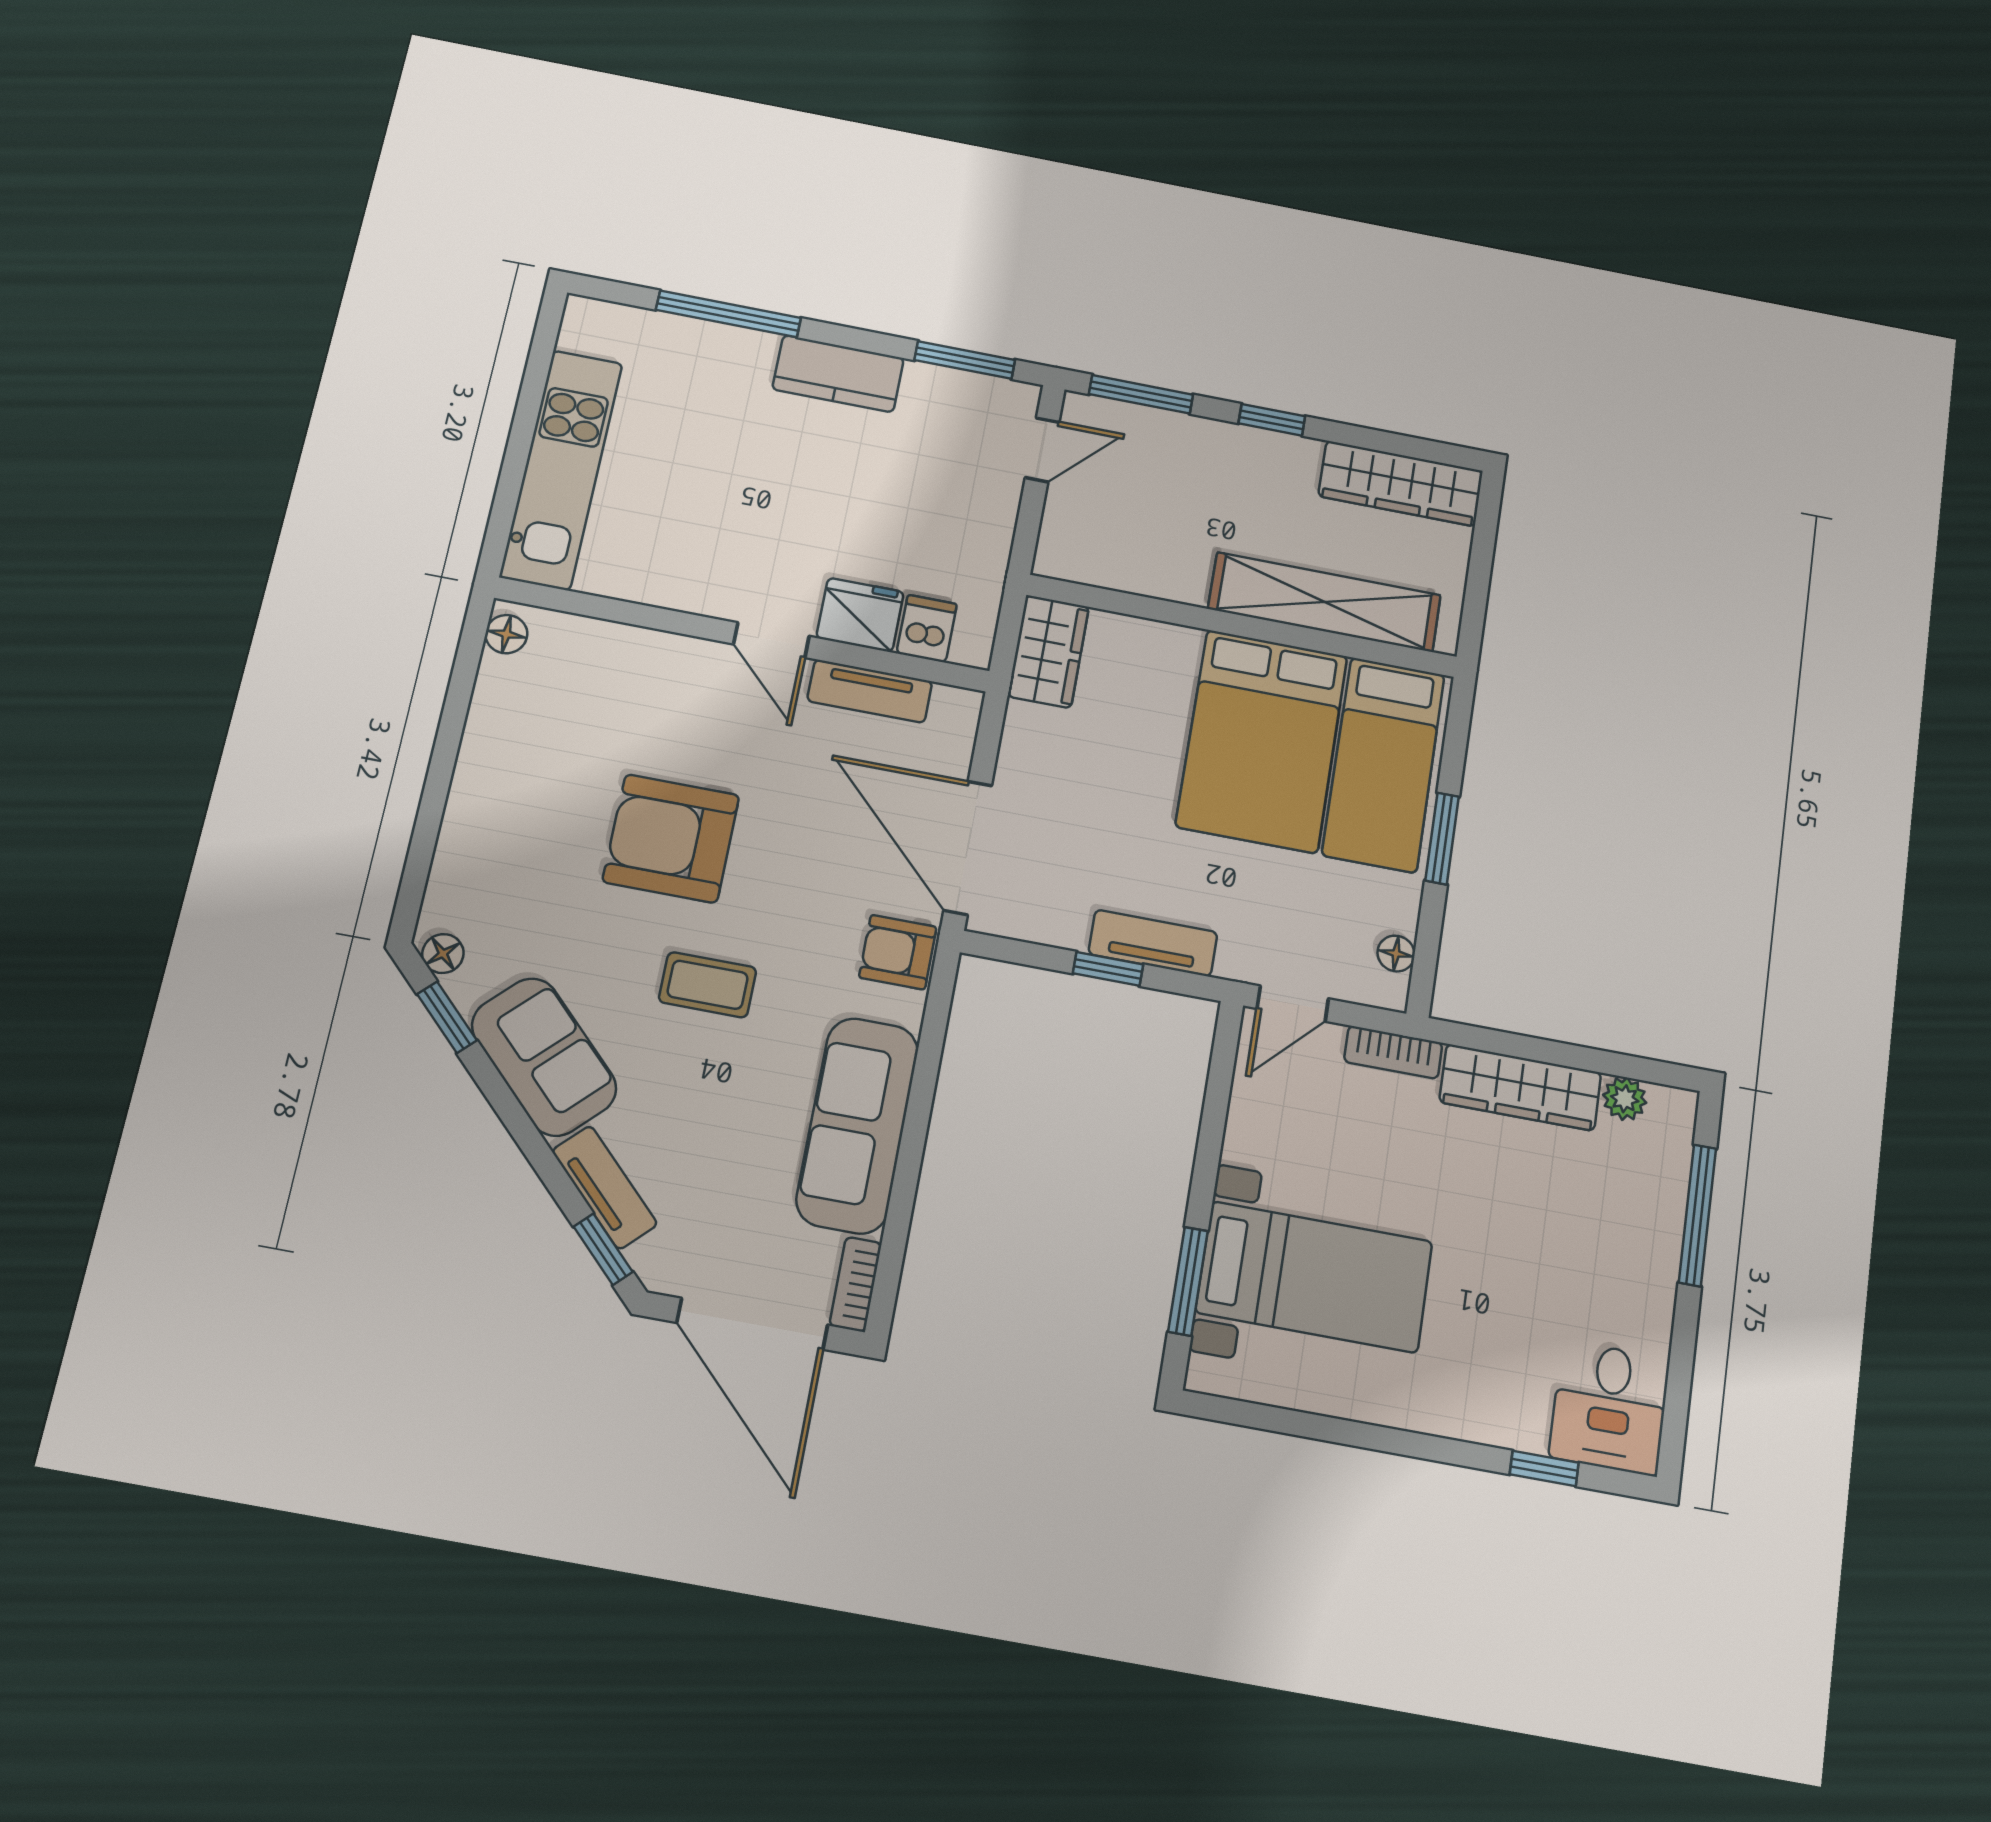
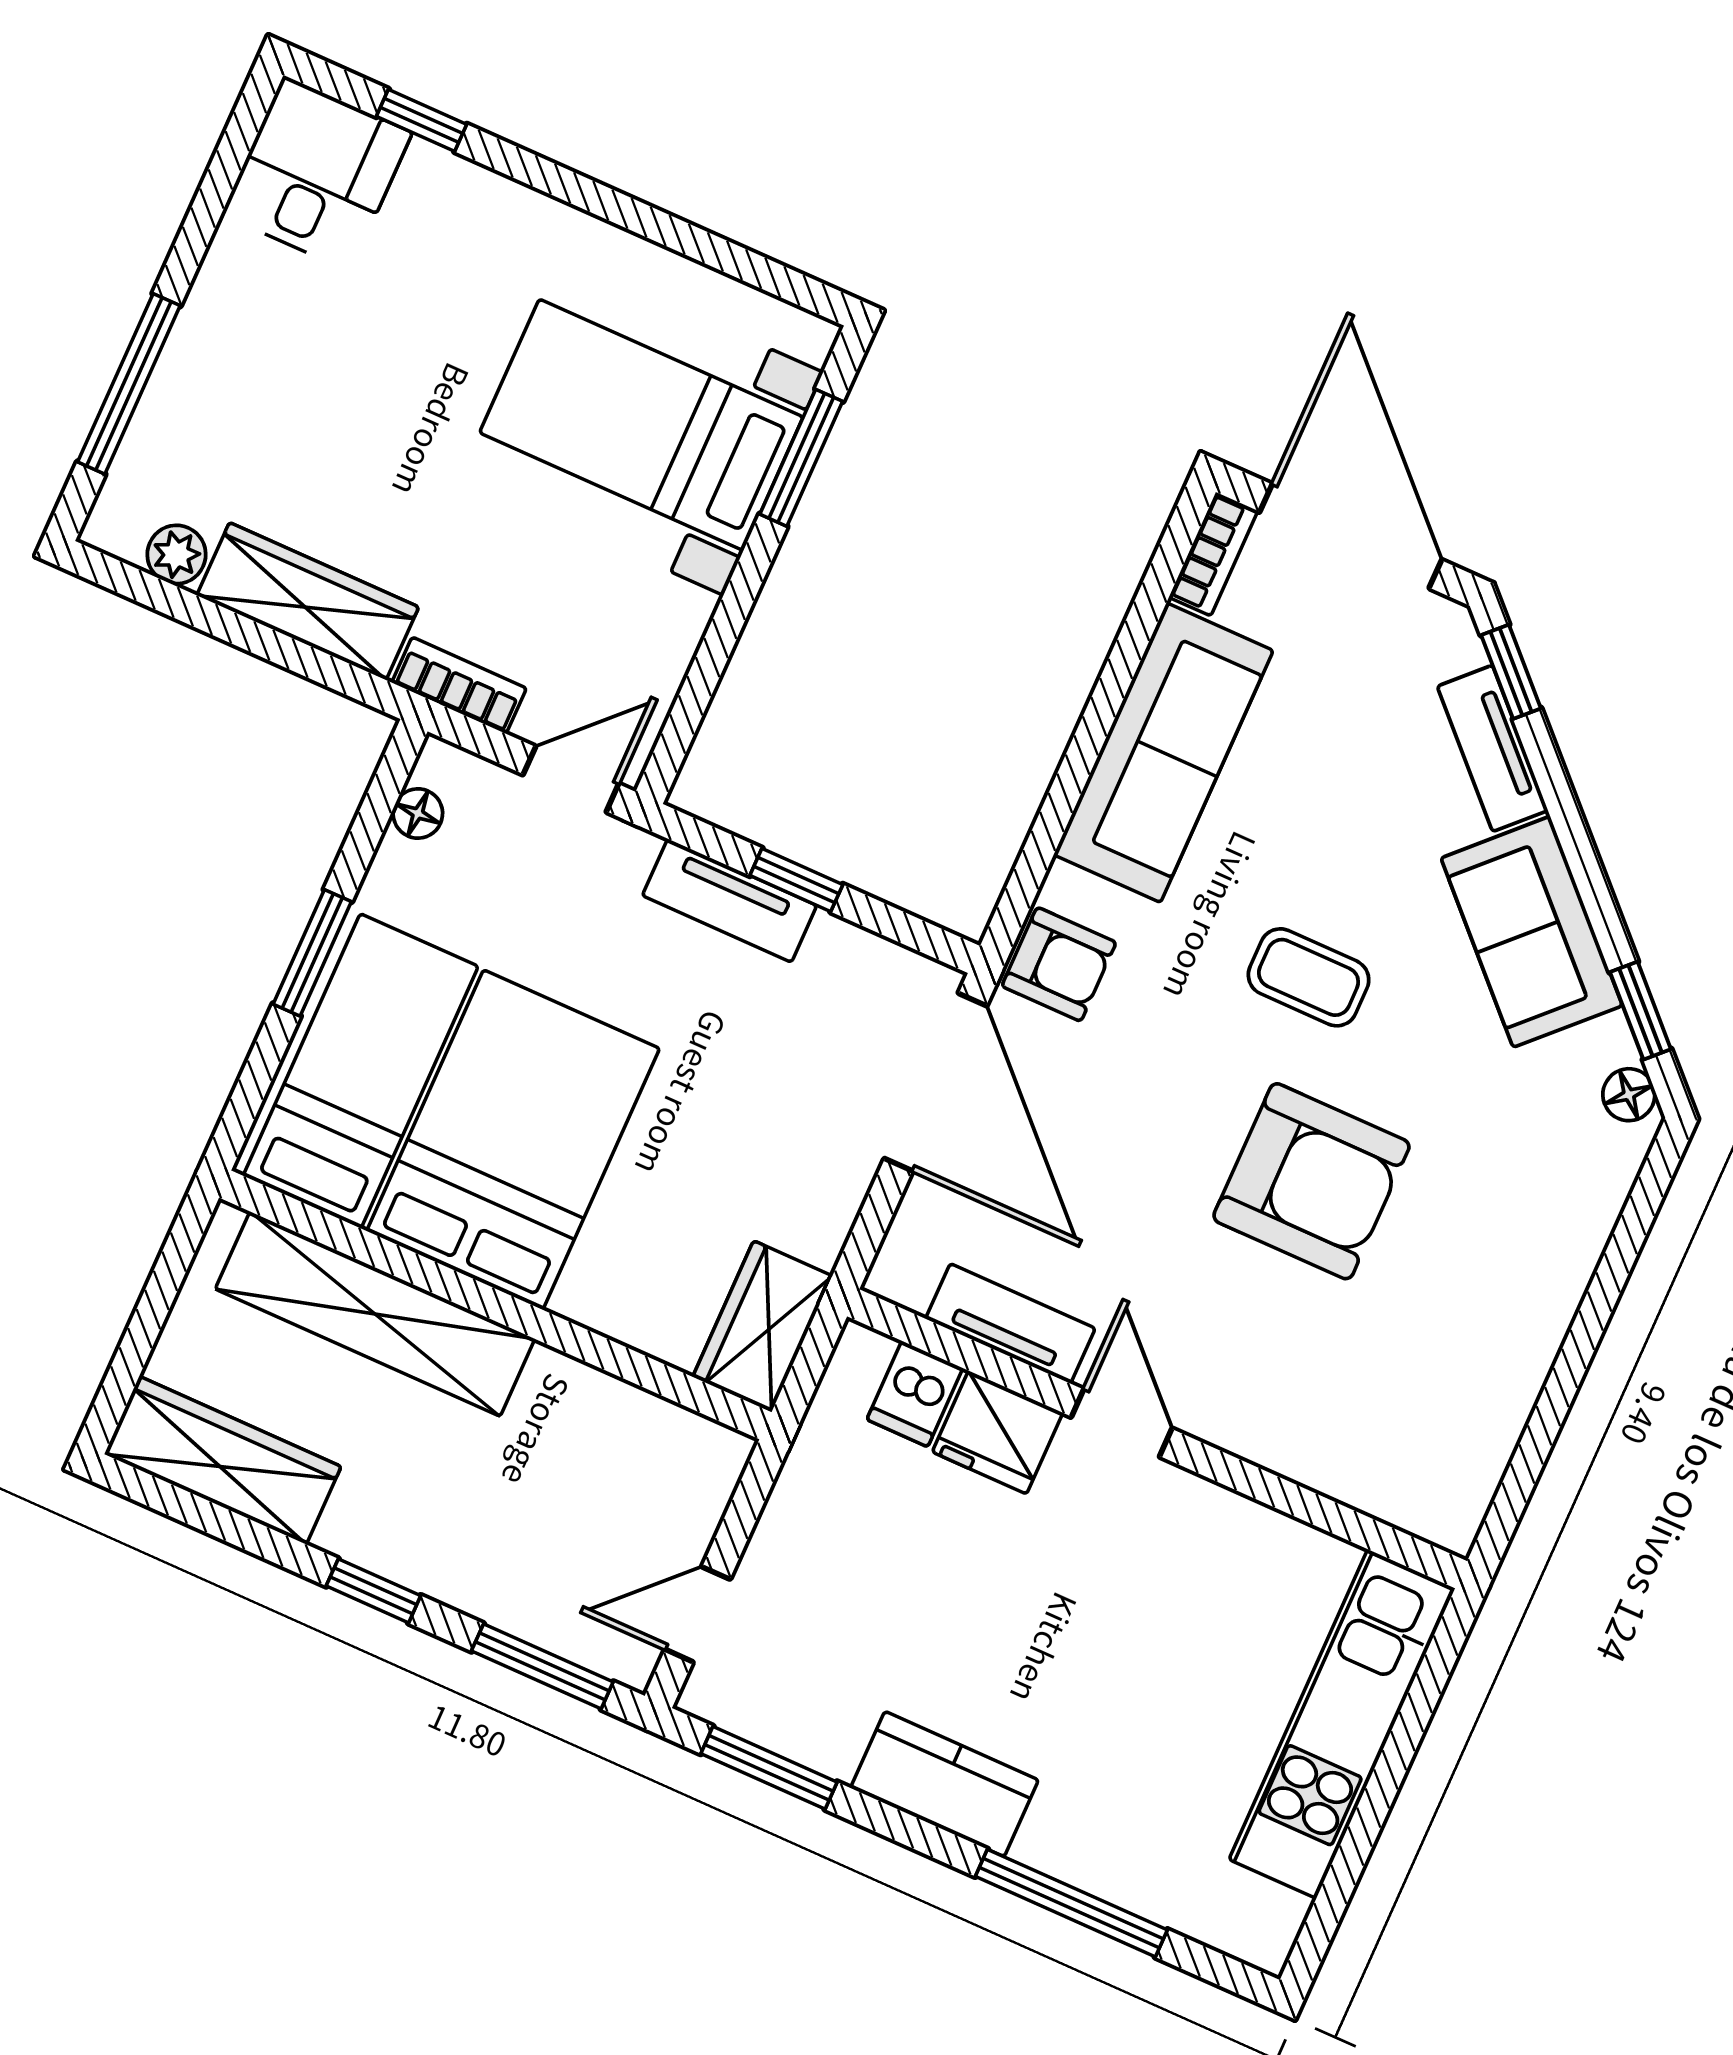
floor lamp: (506, 634) -> (1462, 1507), removed

